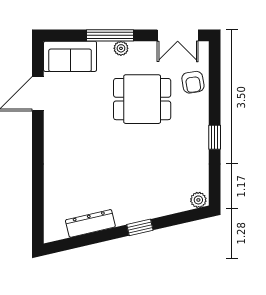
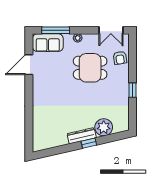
window: (110, 35) -> (56, 30), moved
plant: (198, 200) -> (104, 127), moved, width x1.87, depth x1.87
dresser: (90, 223) -> (82, 136), moved

